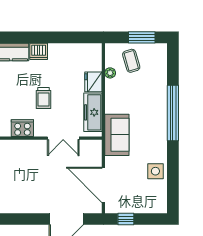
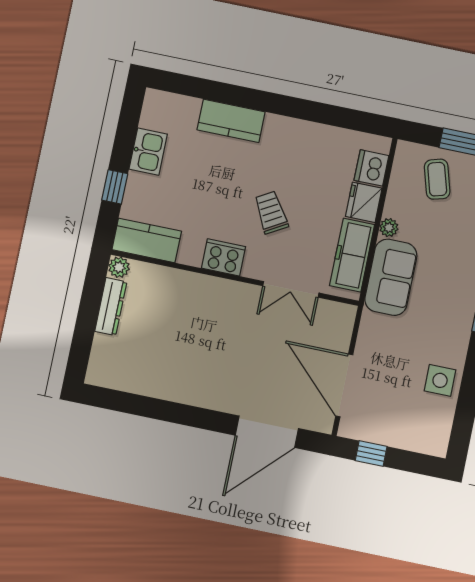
dishwasher: (39, 51) -> (371, 168), moved, turned 90
plant: (110, 73) -> (389, 228), moved
trolley: (44, 98) -> (271, 212), turned 150
sofa: (117, 135) -> (391, 277), moved

